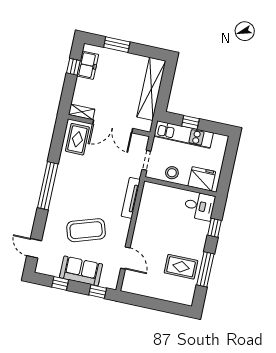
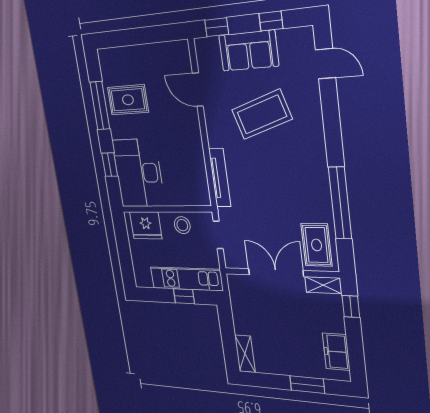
window: (73, 67) -> (351, 306), moved
shelving: (151, 89) -> (245, 354), width x0.45, depth x0.75
window: (48, 186) -> (340, 203), moved
desk: (199, 206) -> (138, 173), width x1.87, depth x1.30

